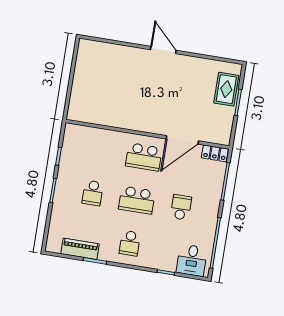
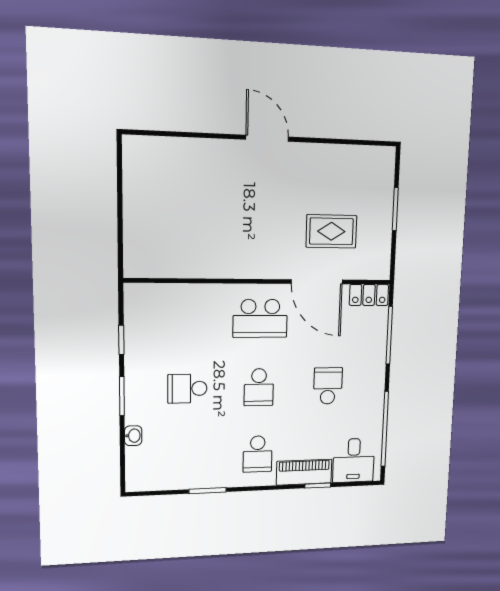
rug: (226, 89) -> (331, 231), moved, turned 90
door: (182, 140) -> (317, 282), hinge flipped
school desk: (93, 193) -> (187, 389), turned 90
school desk: (137, 200) -> (259, 387), width x0.54
washbasin: (55, 216) -> (133, 436), added
piano: (80, 249) -> (304, 472), moved

